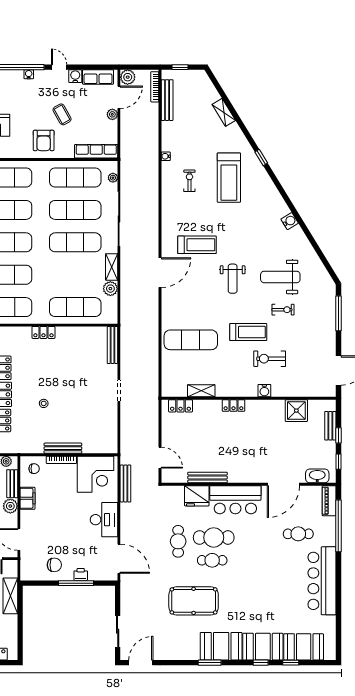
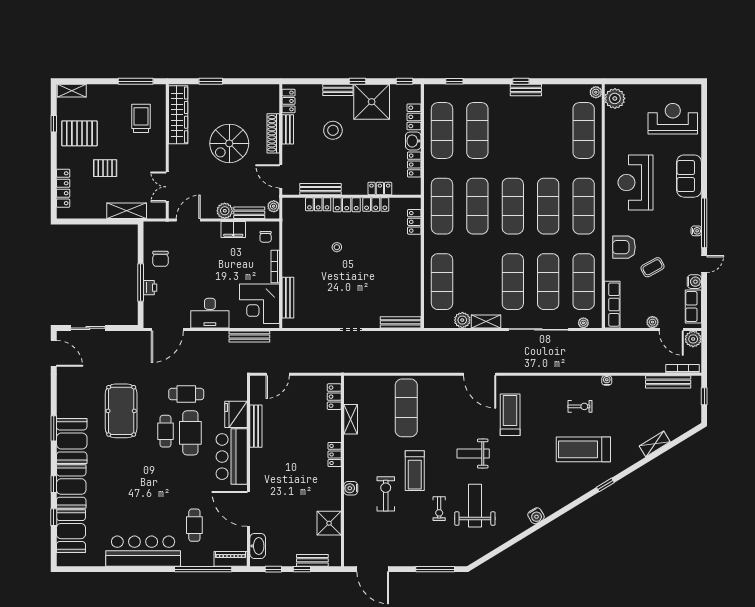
treadmill: (197, 245) -> (510, 415), turned 180
locker: (43, 332) -> (414, 222), moved
bench: (63, 448) -> (288, 298), moved

